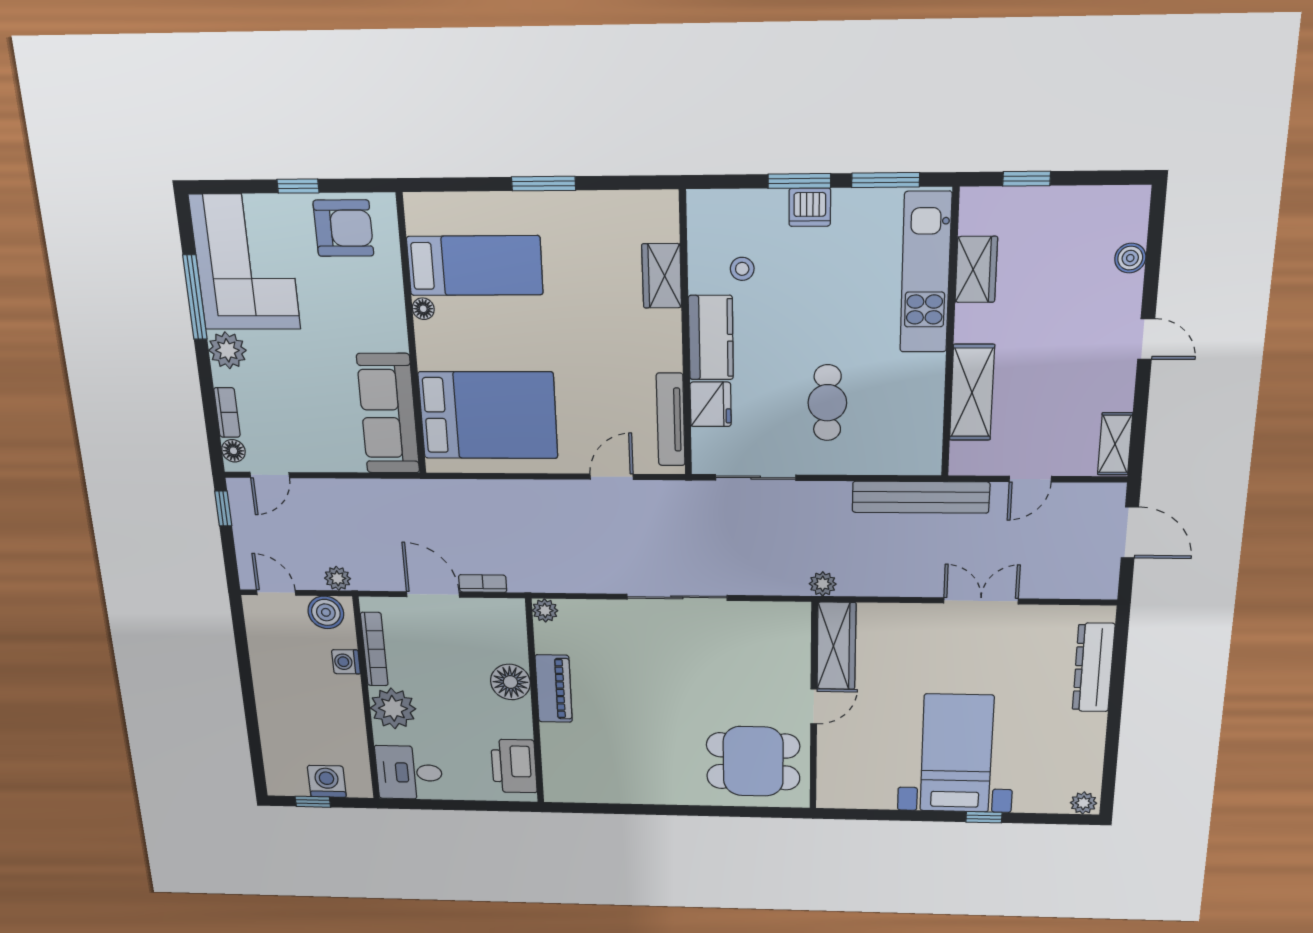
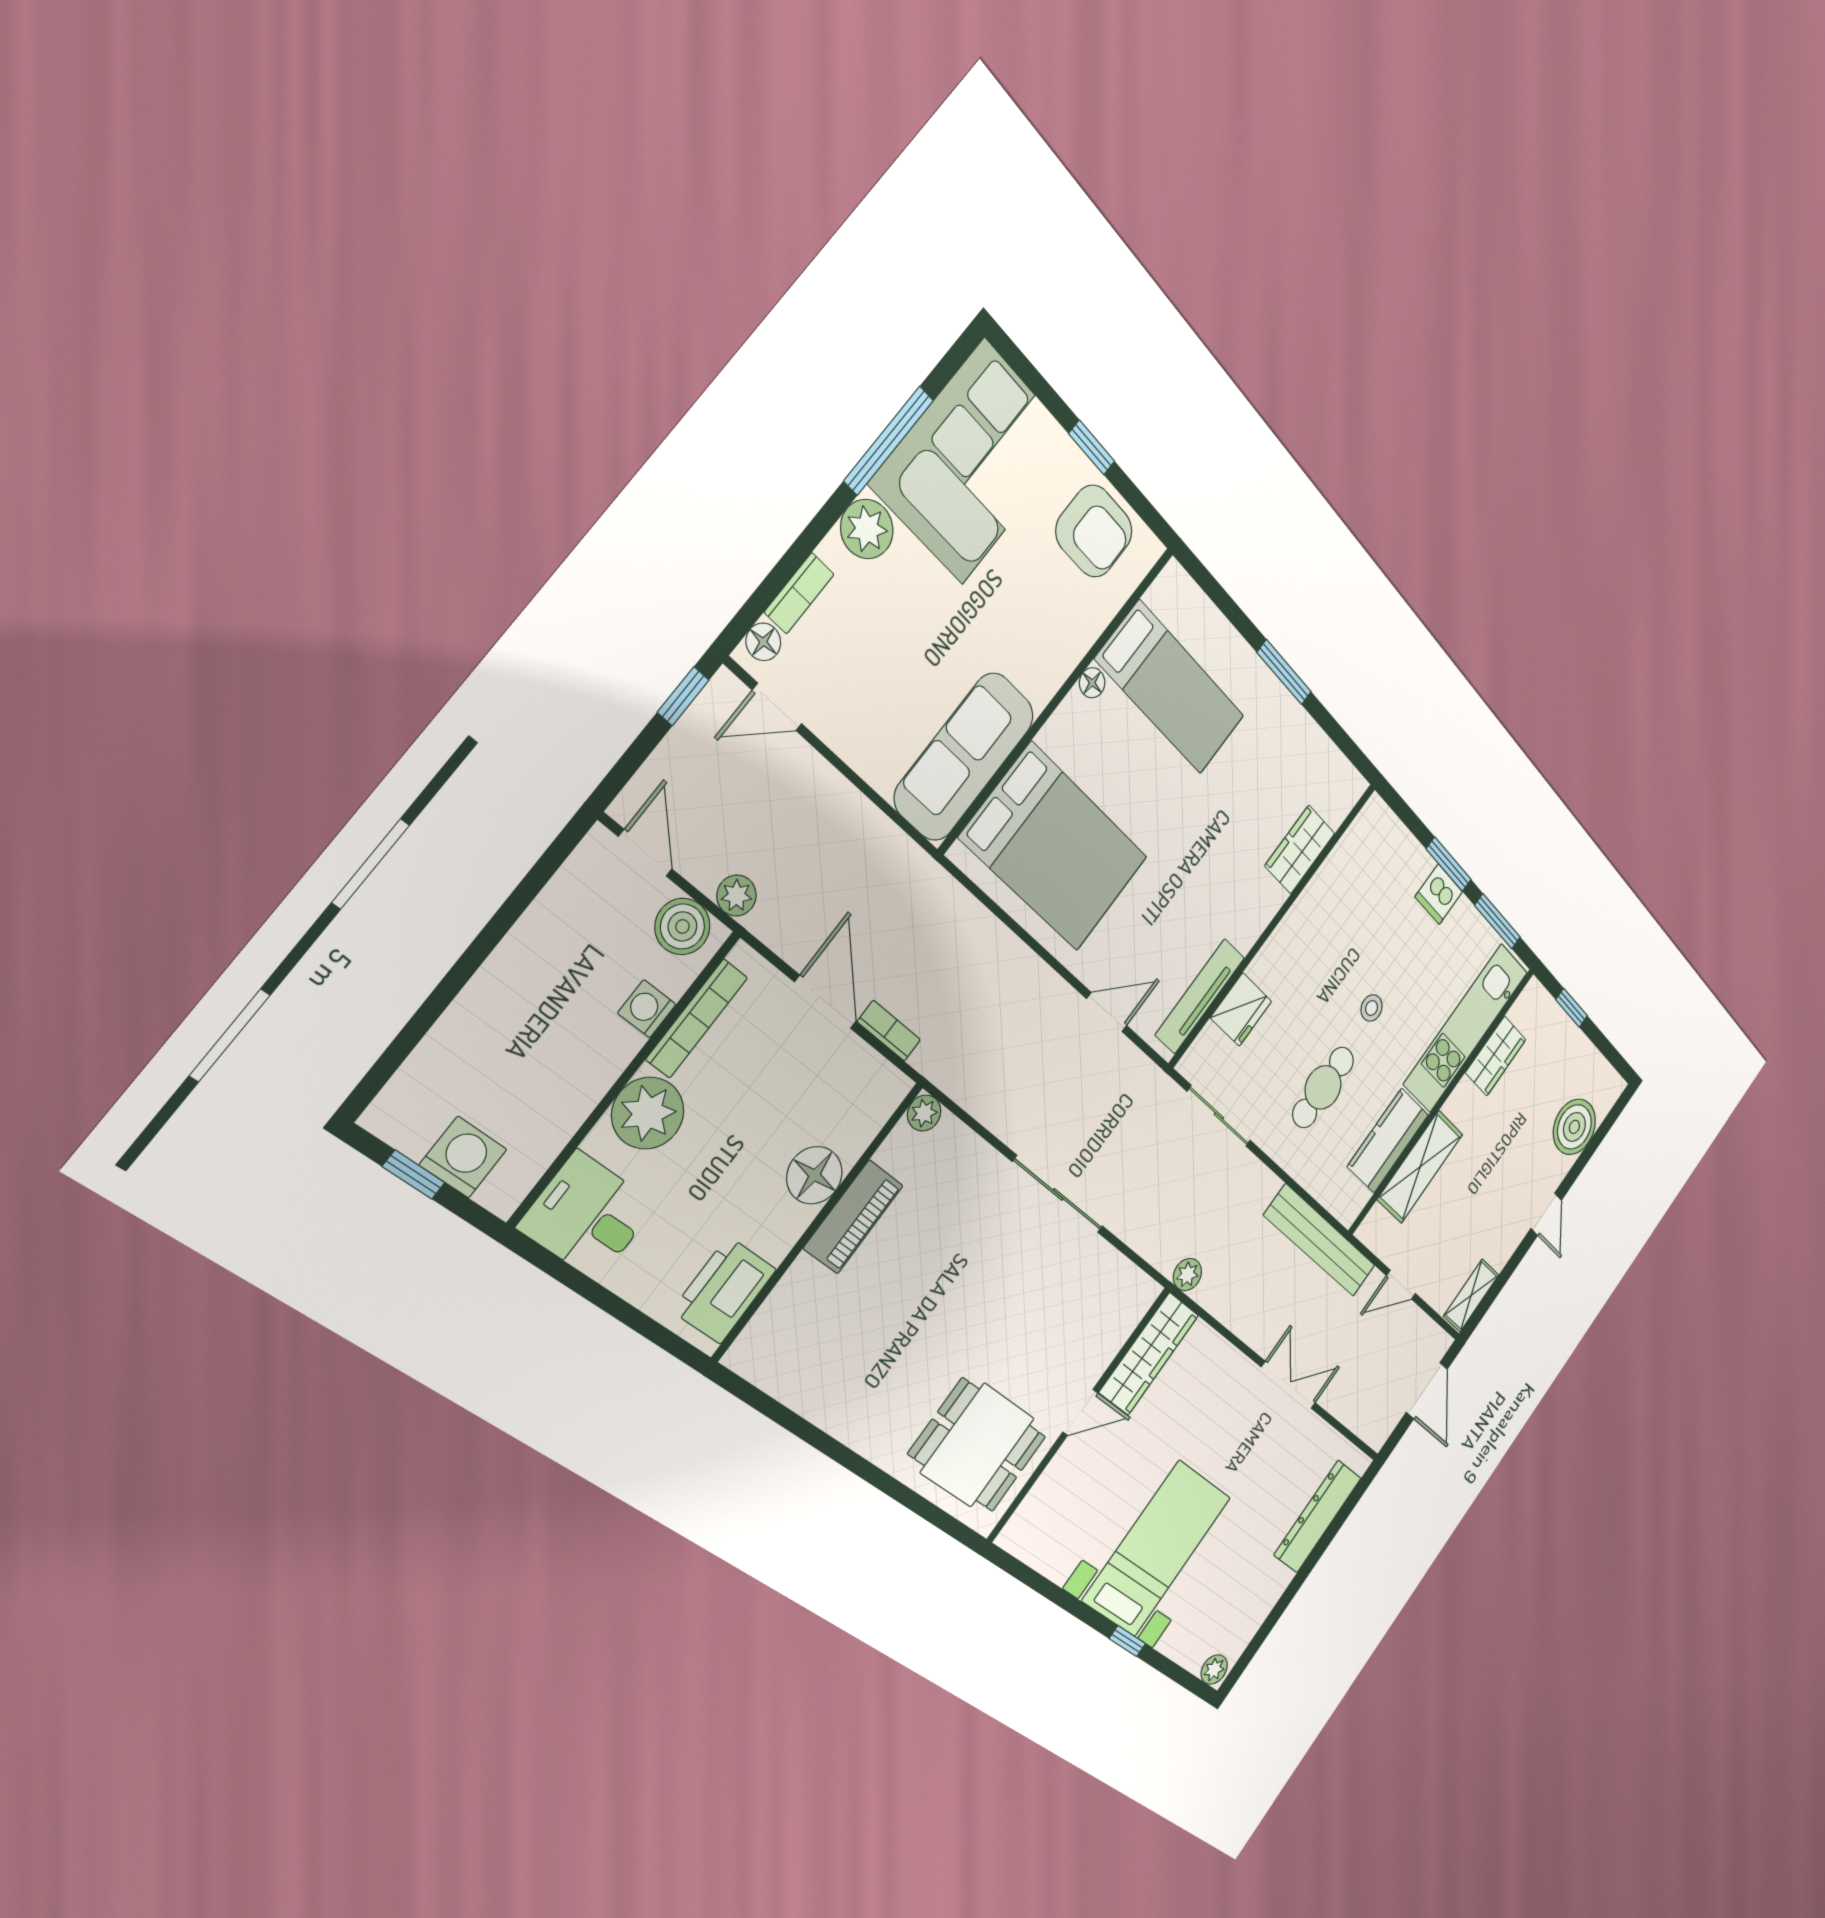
boiler: (1130, 258) -> (1574, 1127), width x1.86, depth x1.86
stool: (742, 269) -> (1372, 1008), moved
kitchen counter: (711, 338) -> (1388, 1141), moved, turned 180

